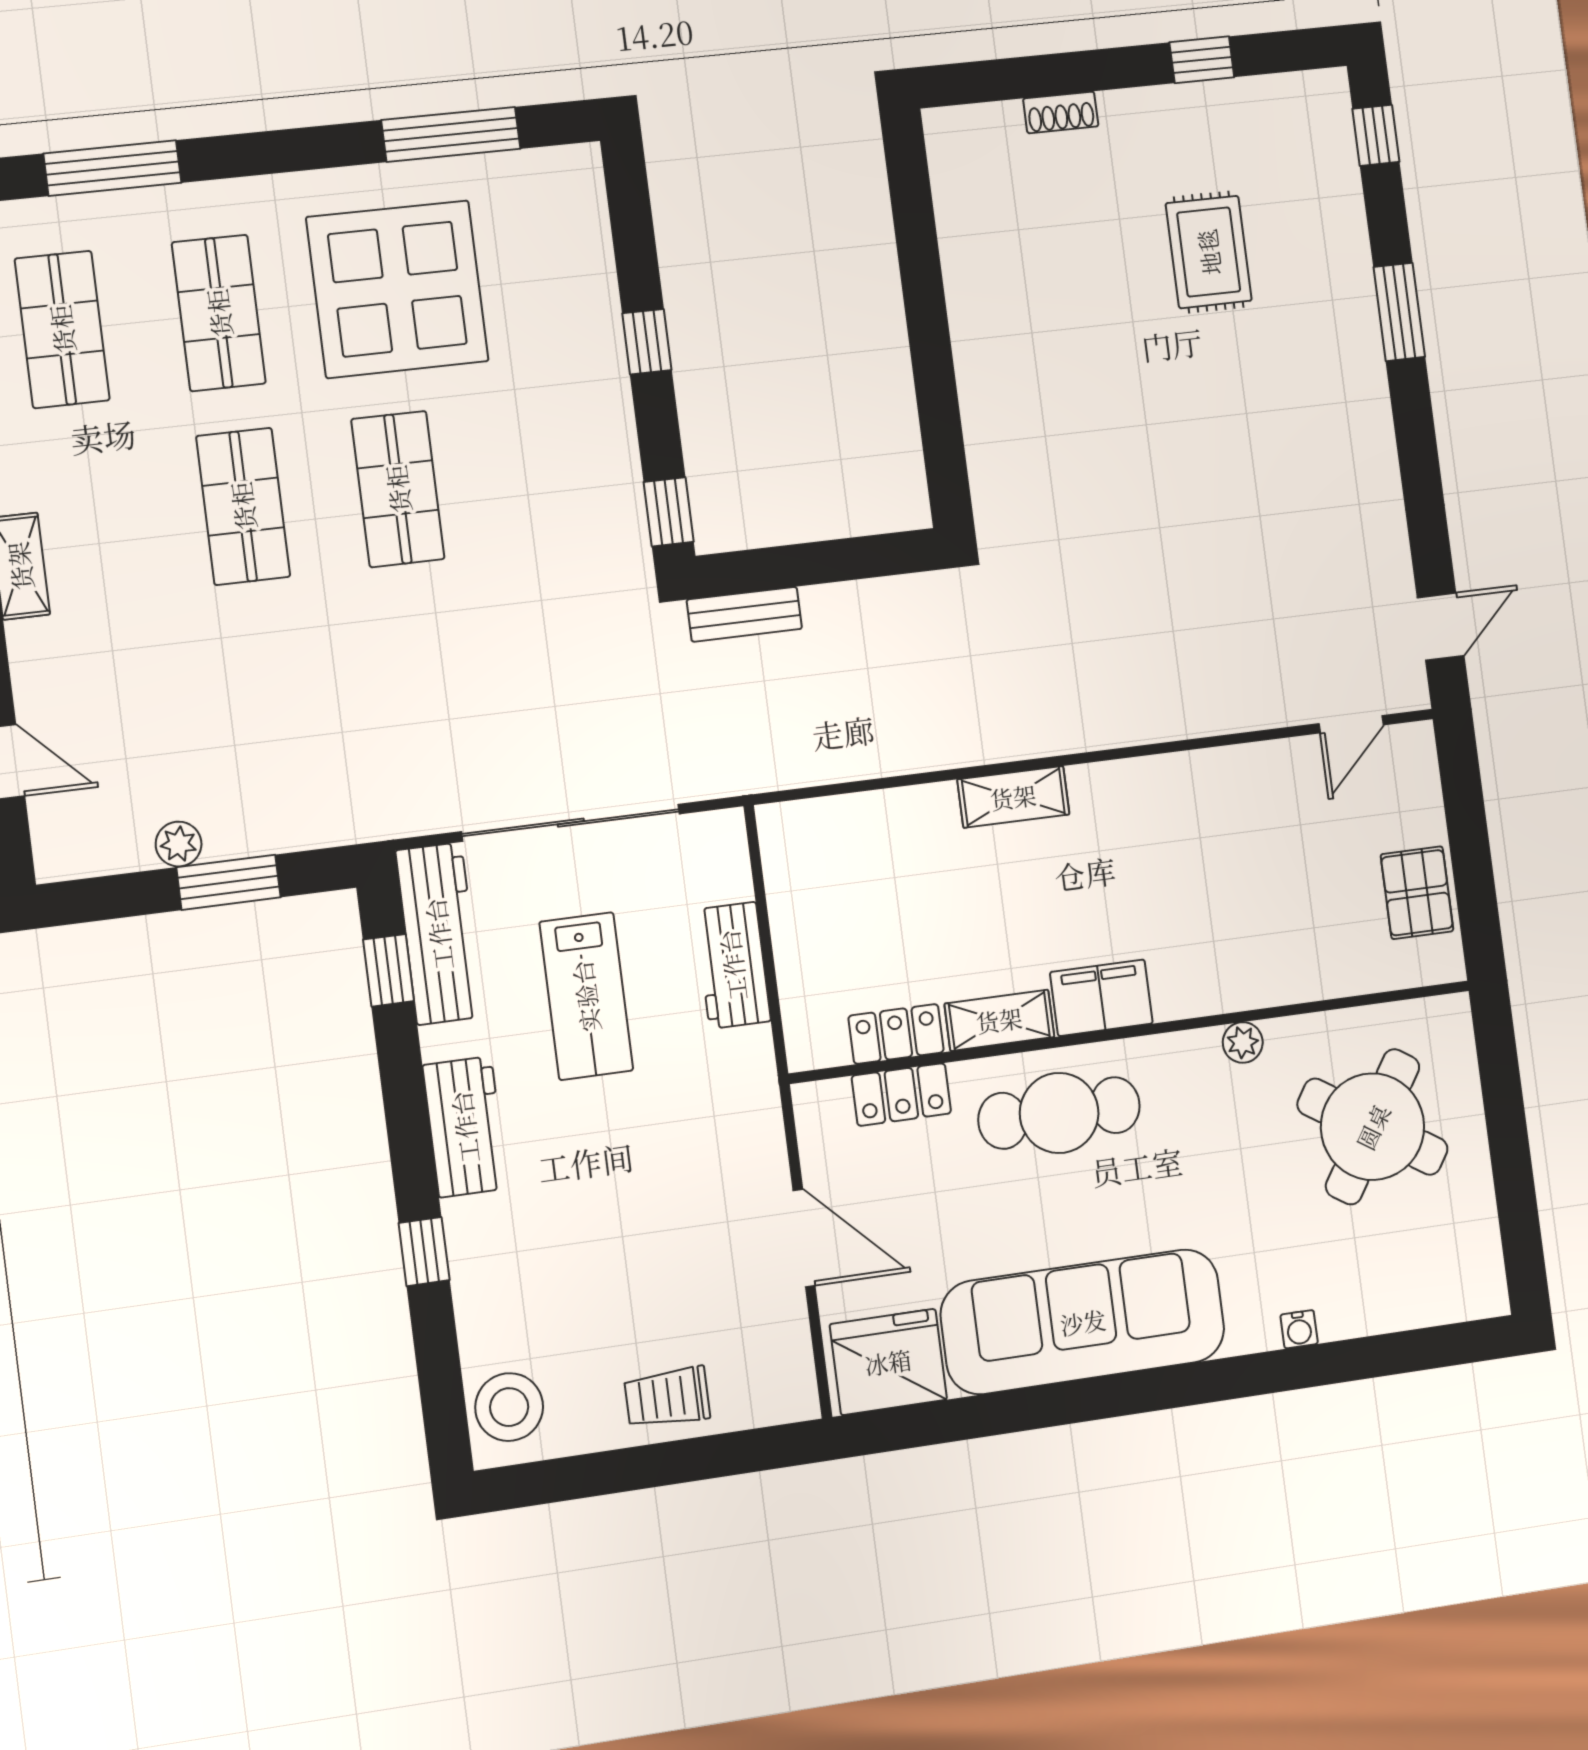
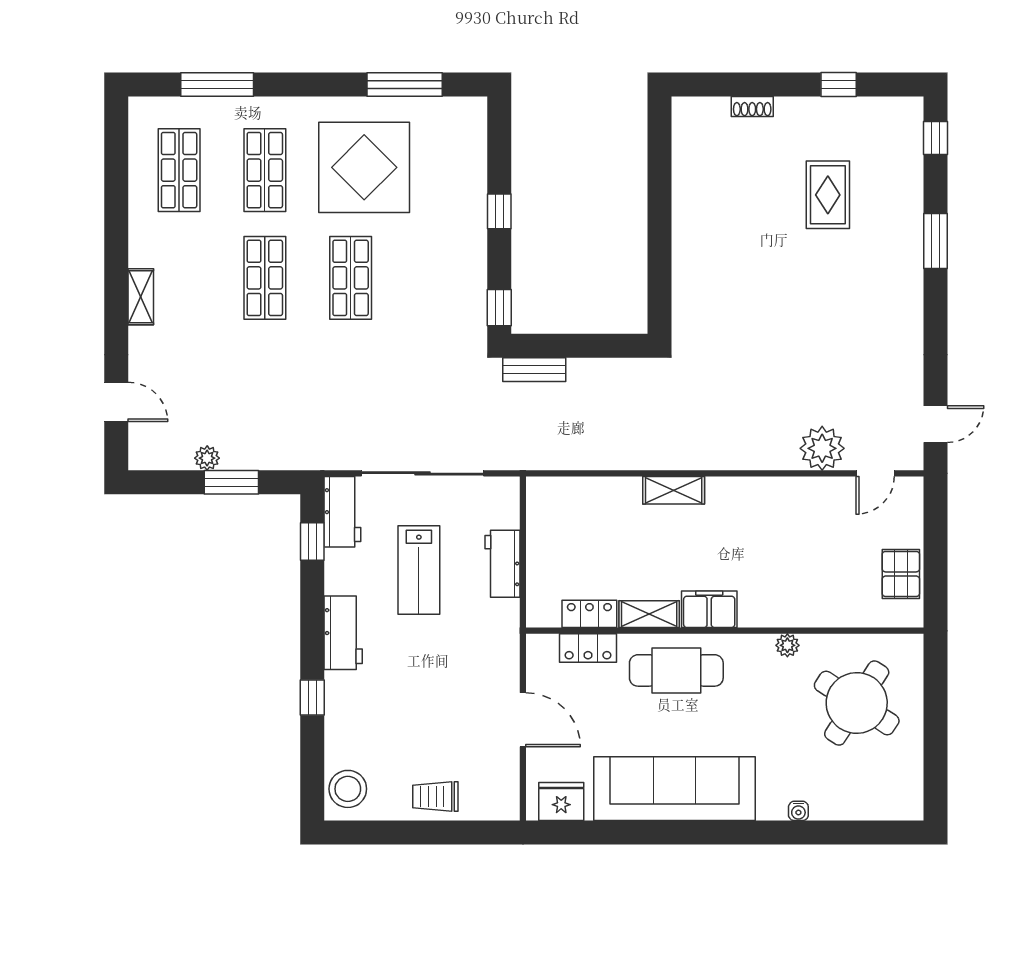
plant: (1256, 692) -> (822, 448), added
workbench: (439, 934) -> (342, 512), width x0.73
fridge: (888, 1362) -> (561, 802), width x0.73, depth x0.75

